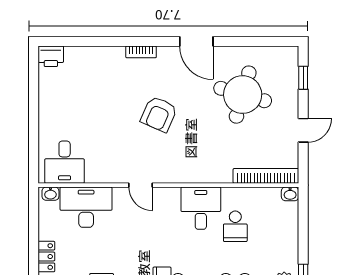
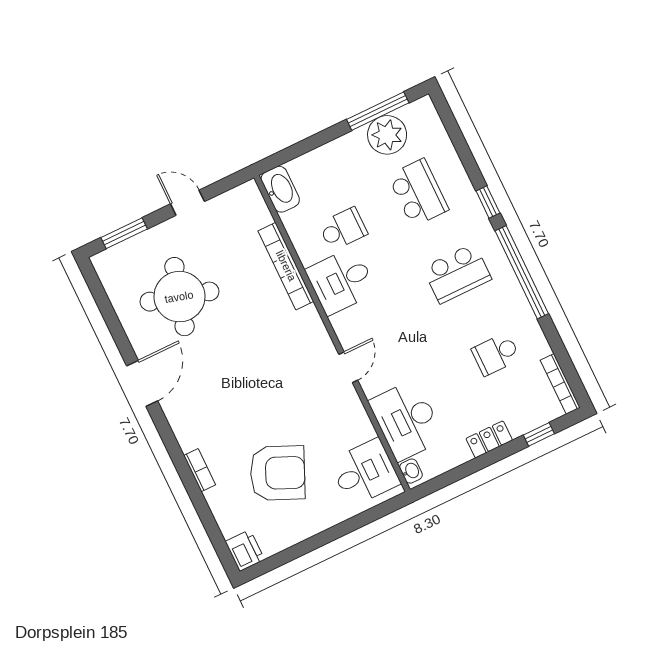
bookcase: (141, 52) -> (200, 470), moved
window: (303, 78) -> (124, 233), width x1.50
armchair: (159, 114) -> (278, 473), moved, width x1.36, depth x1.36
bookcase: (266, 176) -> (286, 266), moved
washbasin: (290, 194) -> (280, 189), width x1.91, depth x1.45

